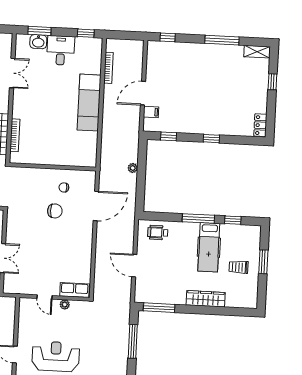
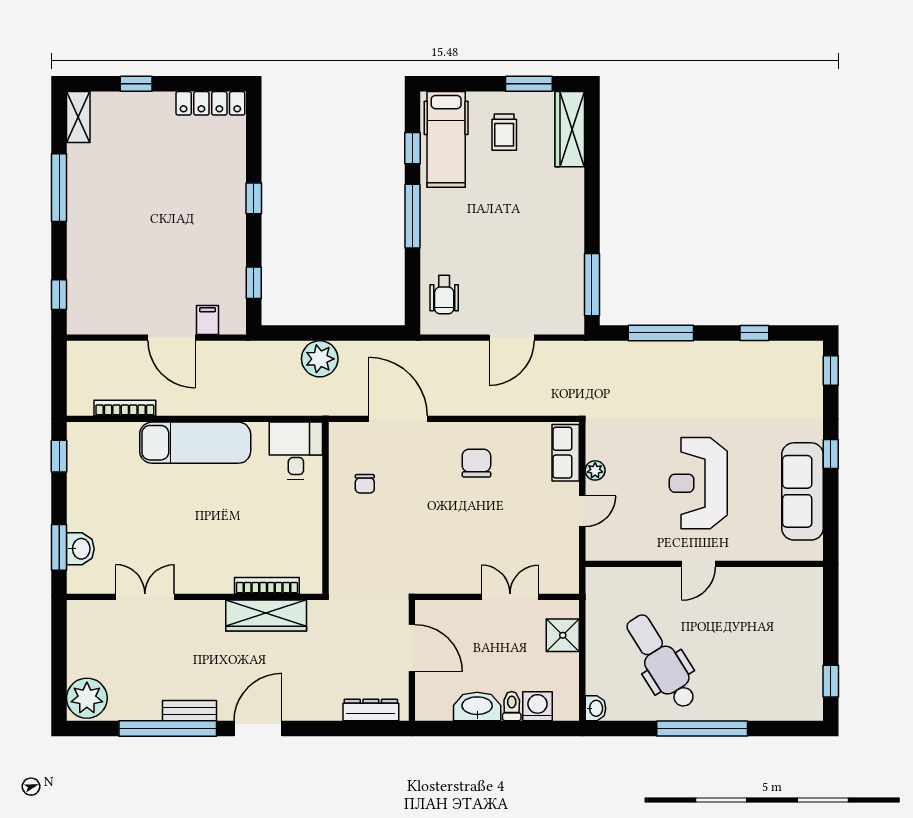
desk: (61, 50) -> (296, 451), moved, turned 90
locker: (260, 125) -> (210, 103), width x1.53
plant: (133, 168) -> (320, 359), width x1.88, depth x1.88
chair: (55, 211) -> (476, 463), moved
hospital bed: (209, 247) -> (446, 139), moved, turned 90
window: (263, 262) -> (529, 84), moved
wardrobe: (206, 299) -> (570, 129), moved

